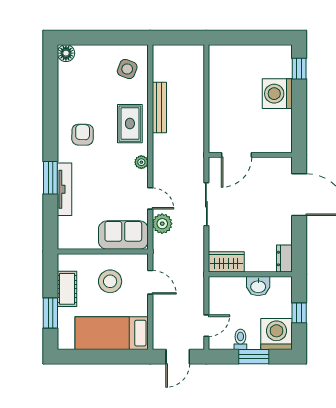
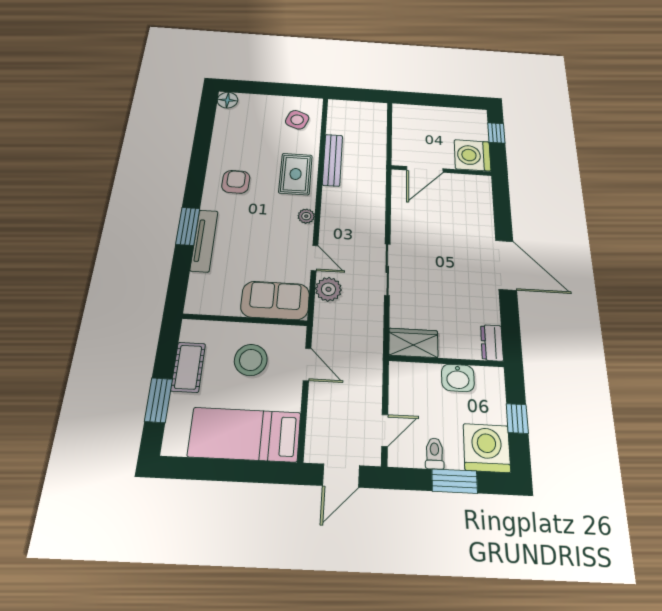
door: (236, 155) -> (425, 169), moved
wall: (250, 155) -> (441, 170), moved

